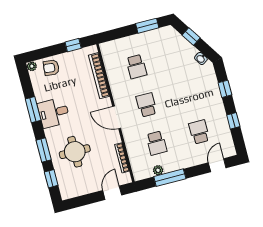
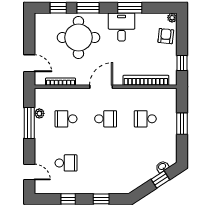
window: (147, 26) -> (182, 124), moved
washbasin: (201, 58) -> (162, 167), moved
round table: (75, 152) -> (78, 37), width x1.36, depth x1.36

